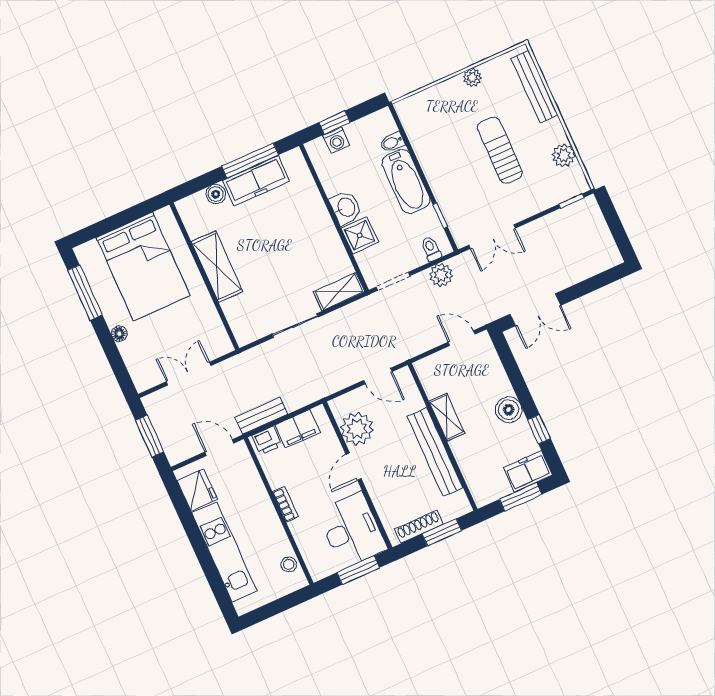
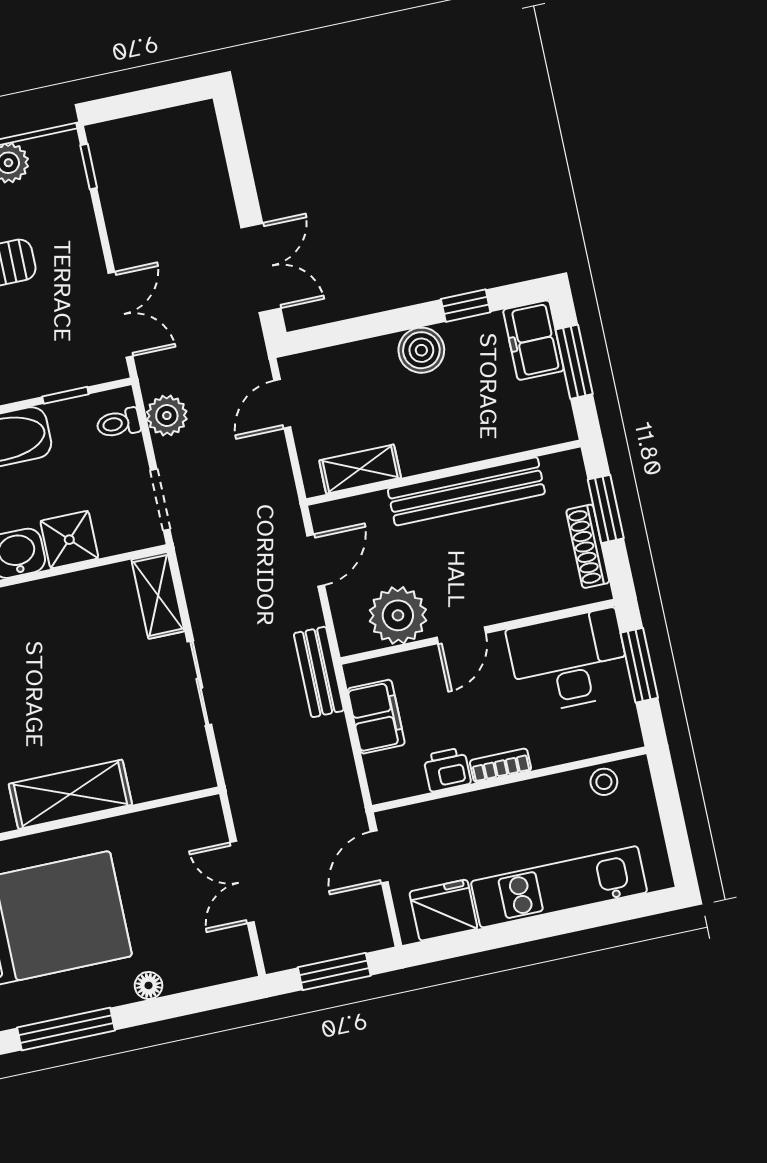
bench: (261, 416) -> (319, 672), moved
shelving: (447, 417) -> (360, 469), moved
printer: (267, 440) -> (447, 770), moved, turned -90
door: (354, 467) -> (461, 635), hinge flipped

